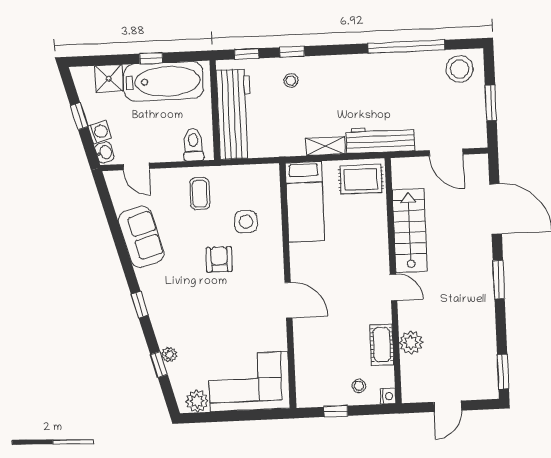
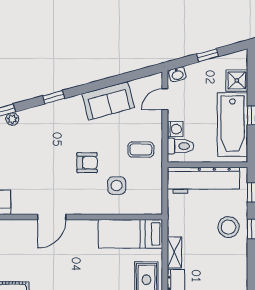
stool: (291, 81) -> (229, 227), width x1.89, depth x1.89
washing machine: (100, 132) -> (175, 129), moved, turned -75

